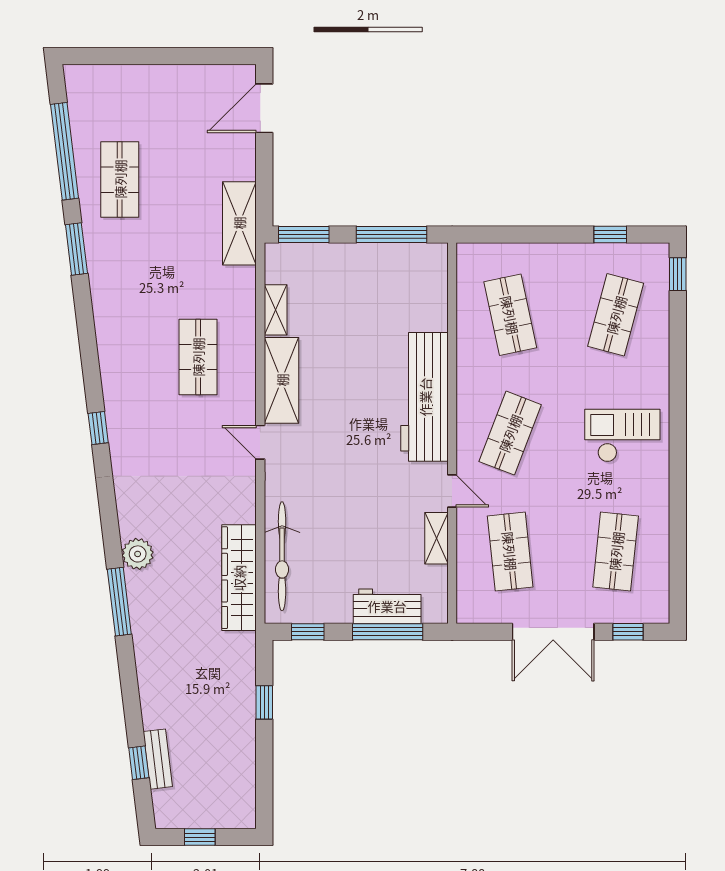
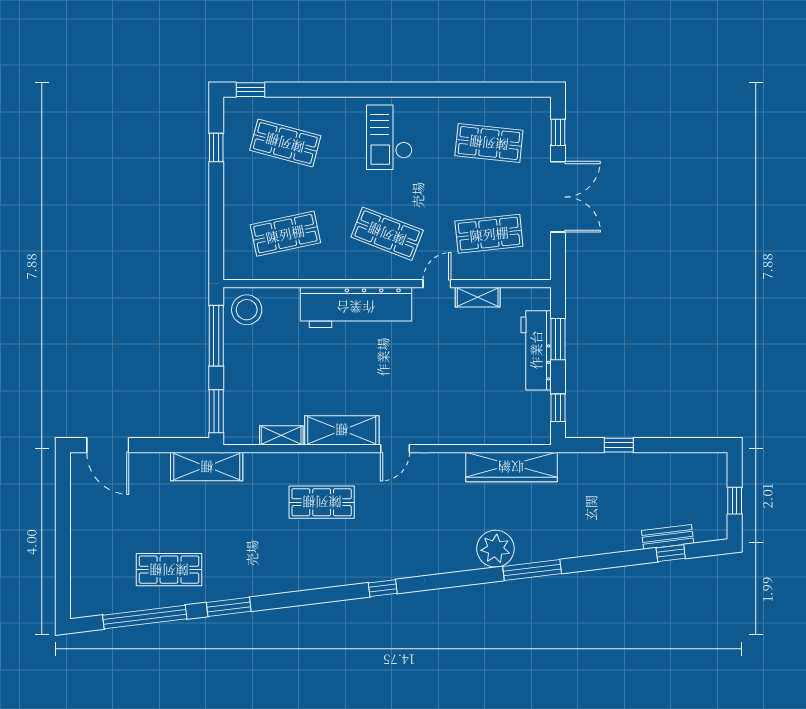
stool: (422, 270) -> (247, 310), added
plant: (138, 554) -> (495, 549), width x1.36, depth x1.36
bicycle: (282, 556) -> (493, 430), removed
workbench: (387, 606) -> (536, 350), width x1.38
window: (388, 632) -> (558, 339), width x0.69

